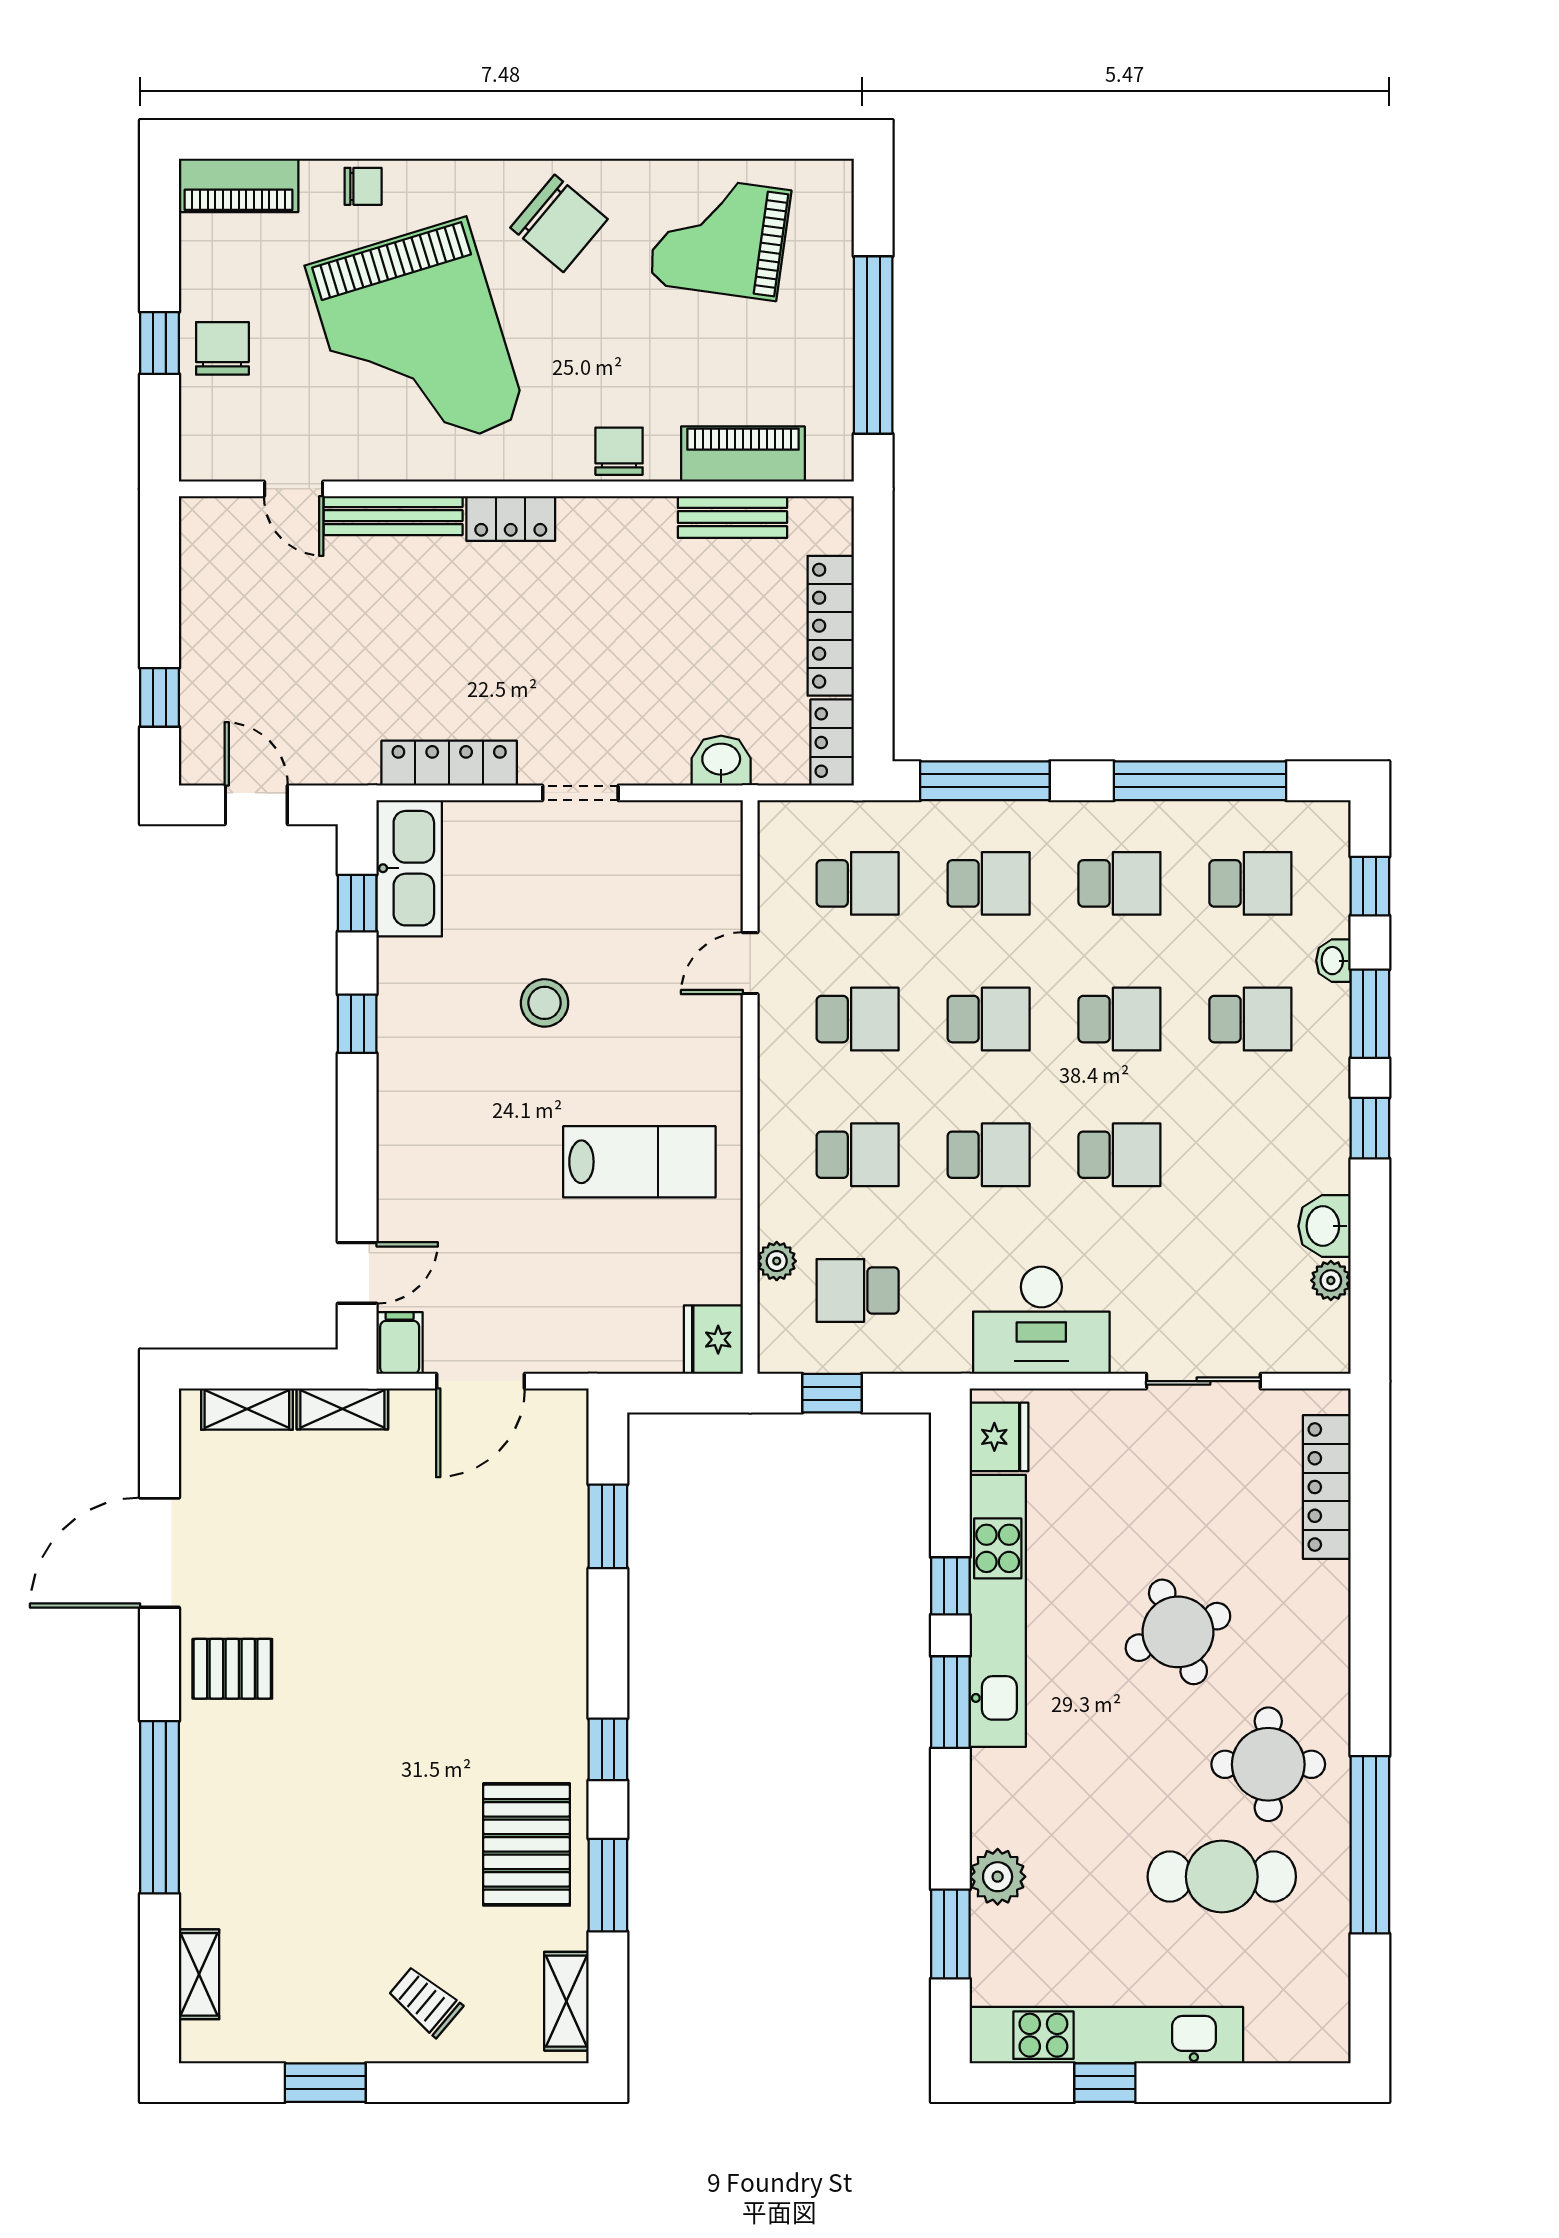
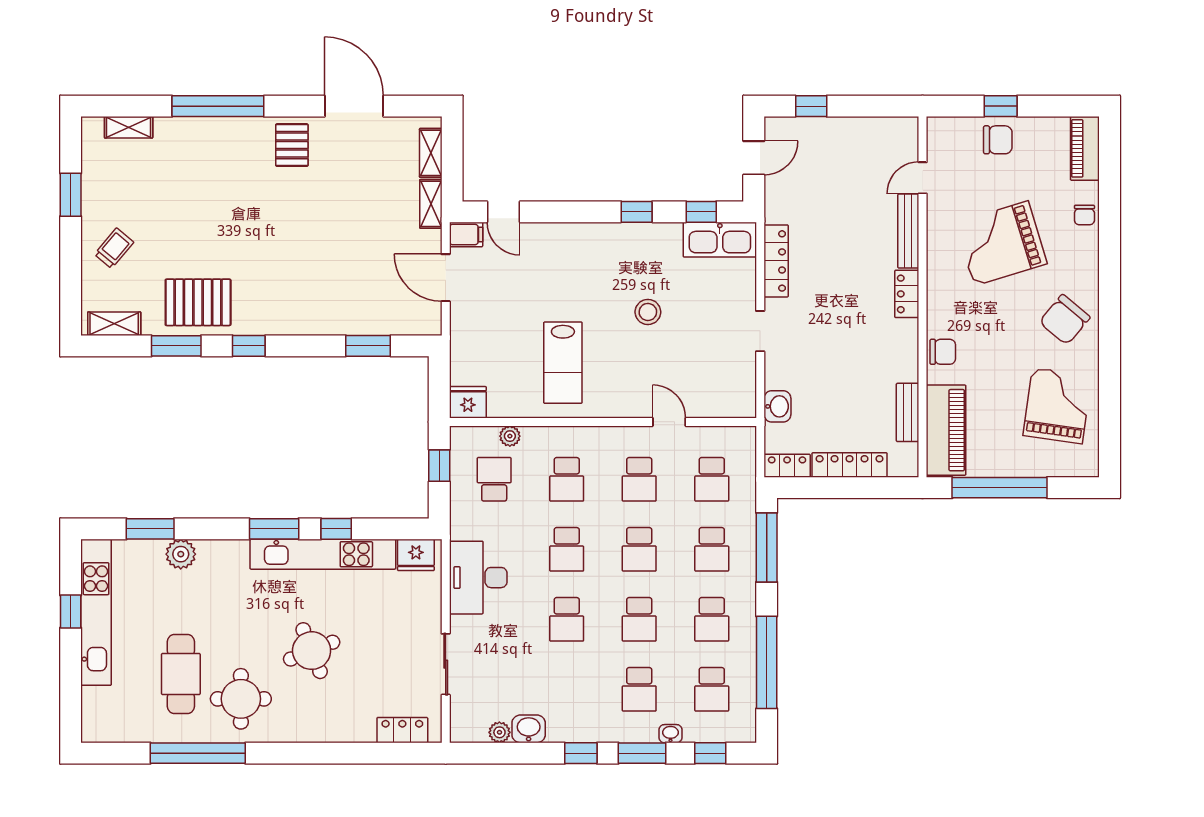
grand piano: (416, 342) -> (1001, 243), width x0.73, depth x0.68
piano: (743, 454) -> (946, 430), width x1.37, depth x1.33
locker: (1327, 1487) -> (402, 730), width x0.66

